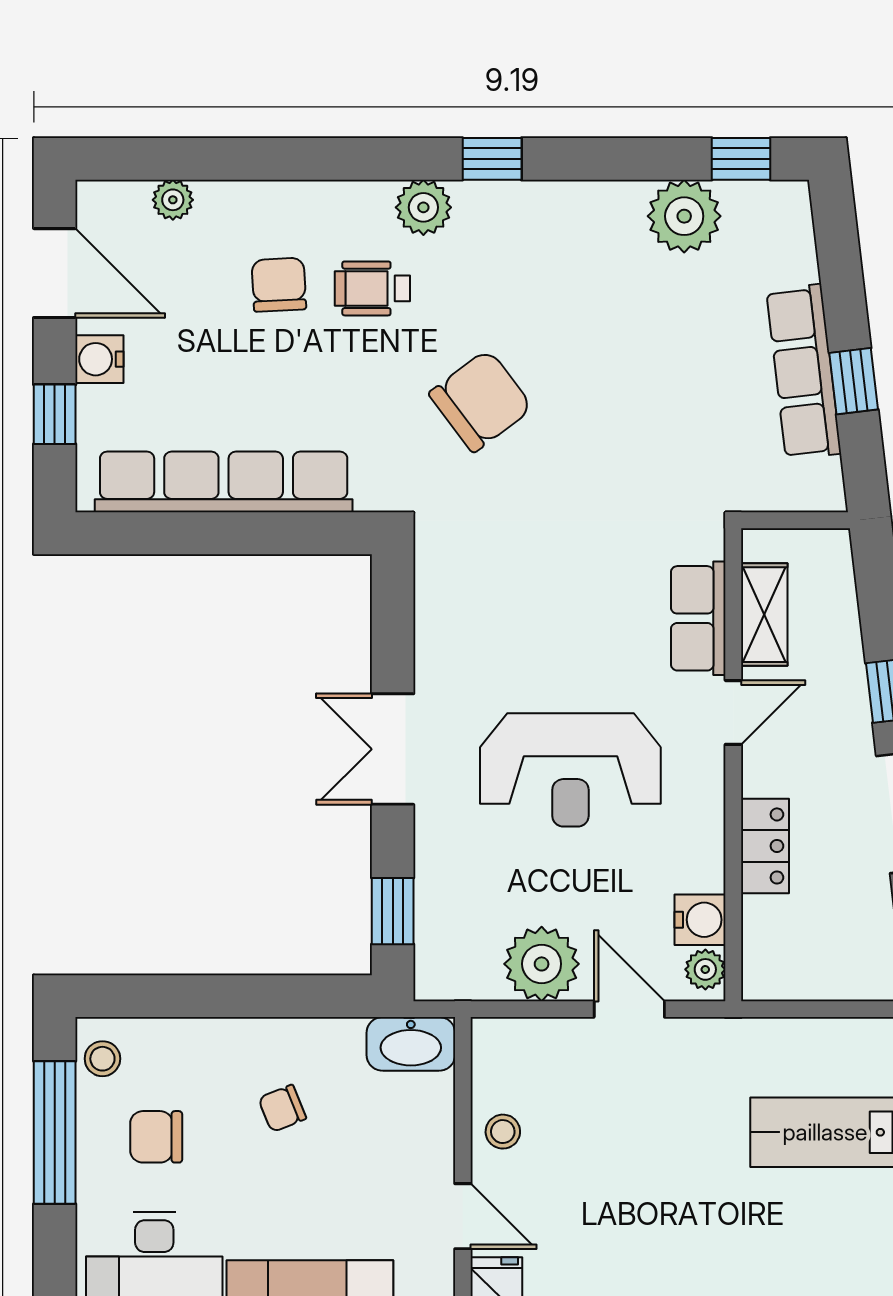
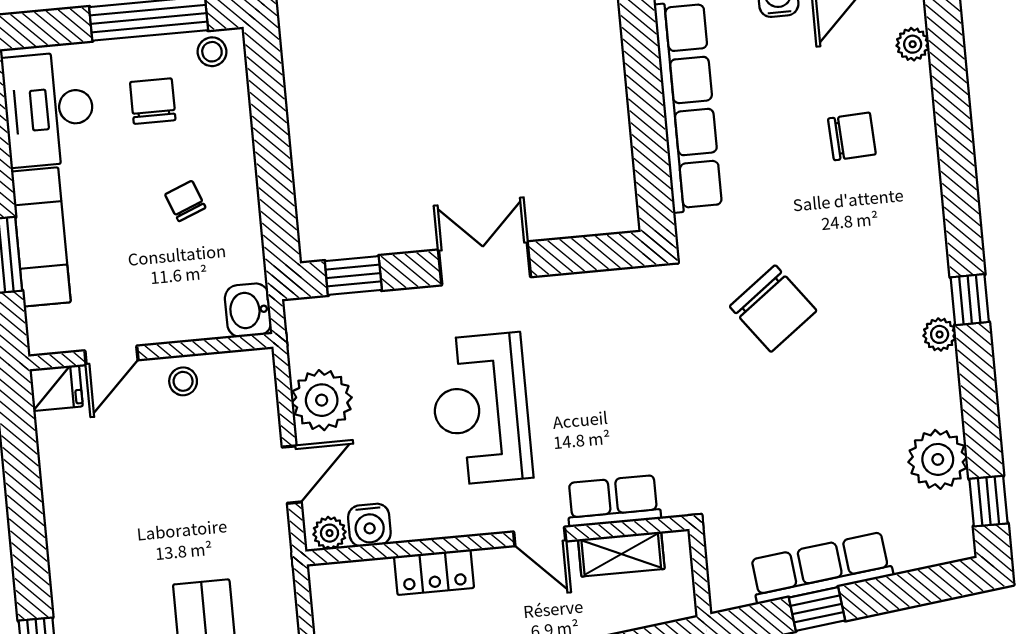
plant: (423, 207) -> (940, 334), moved, width x0.73, depth x0.73
wheelchair: (372, 288) -> (856, 212), removed
washbasin: (411, 1044) -> (248, 310), width x0.72

